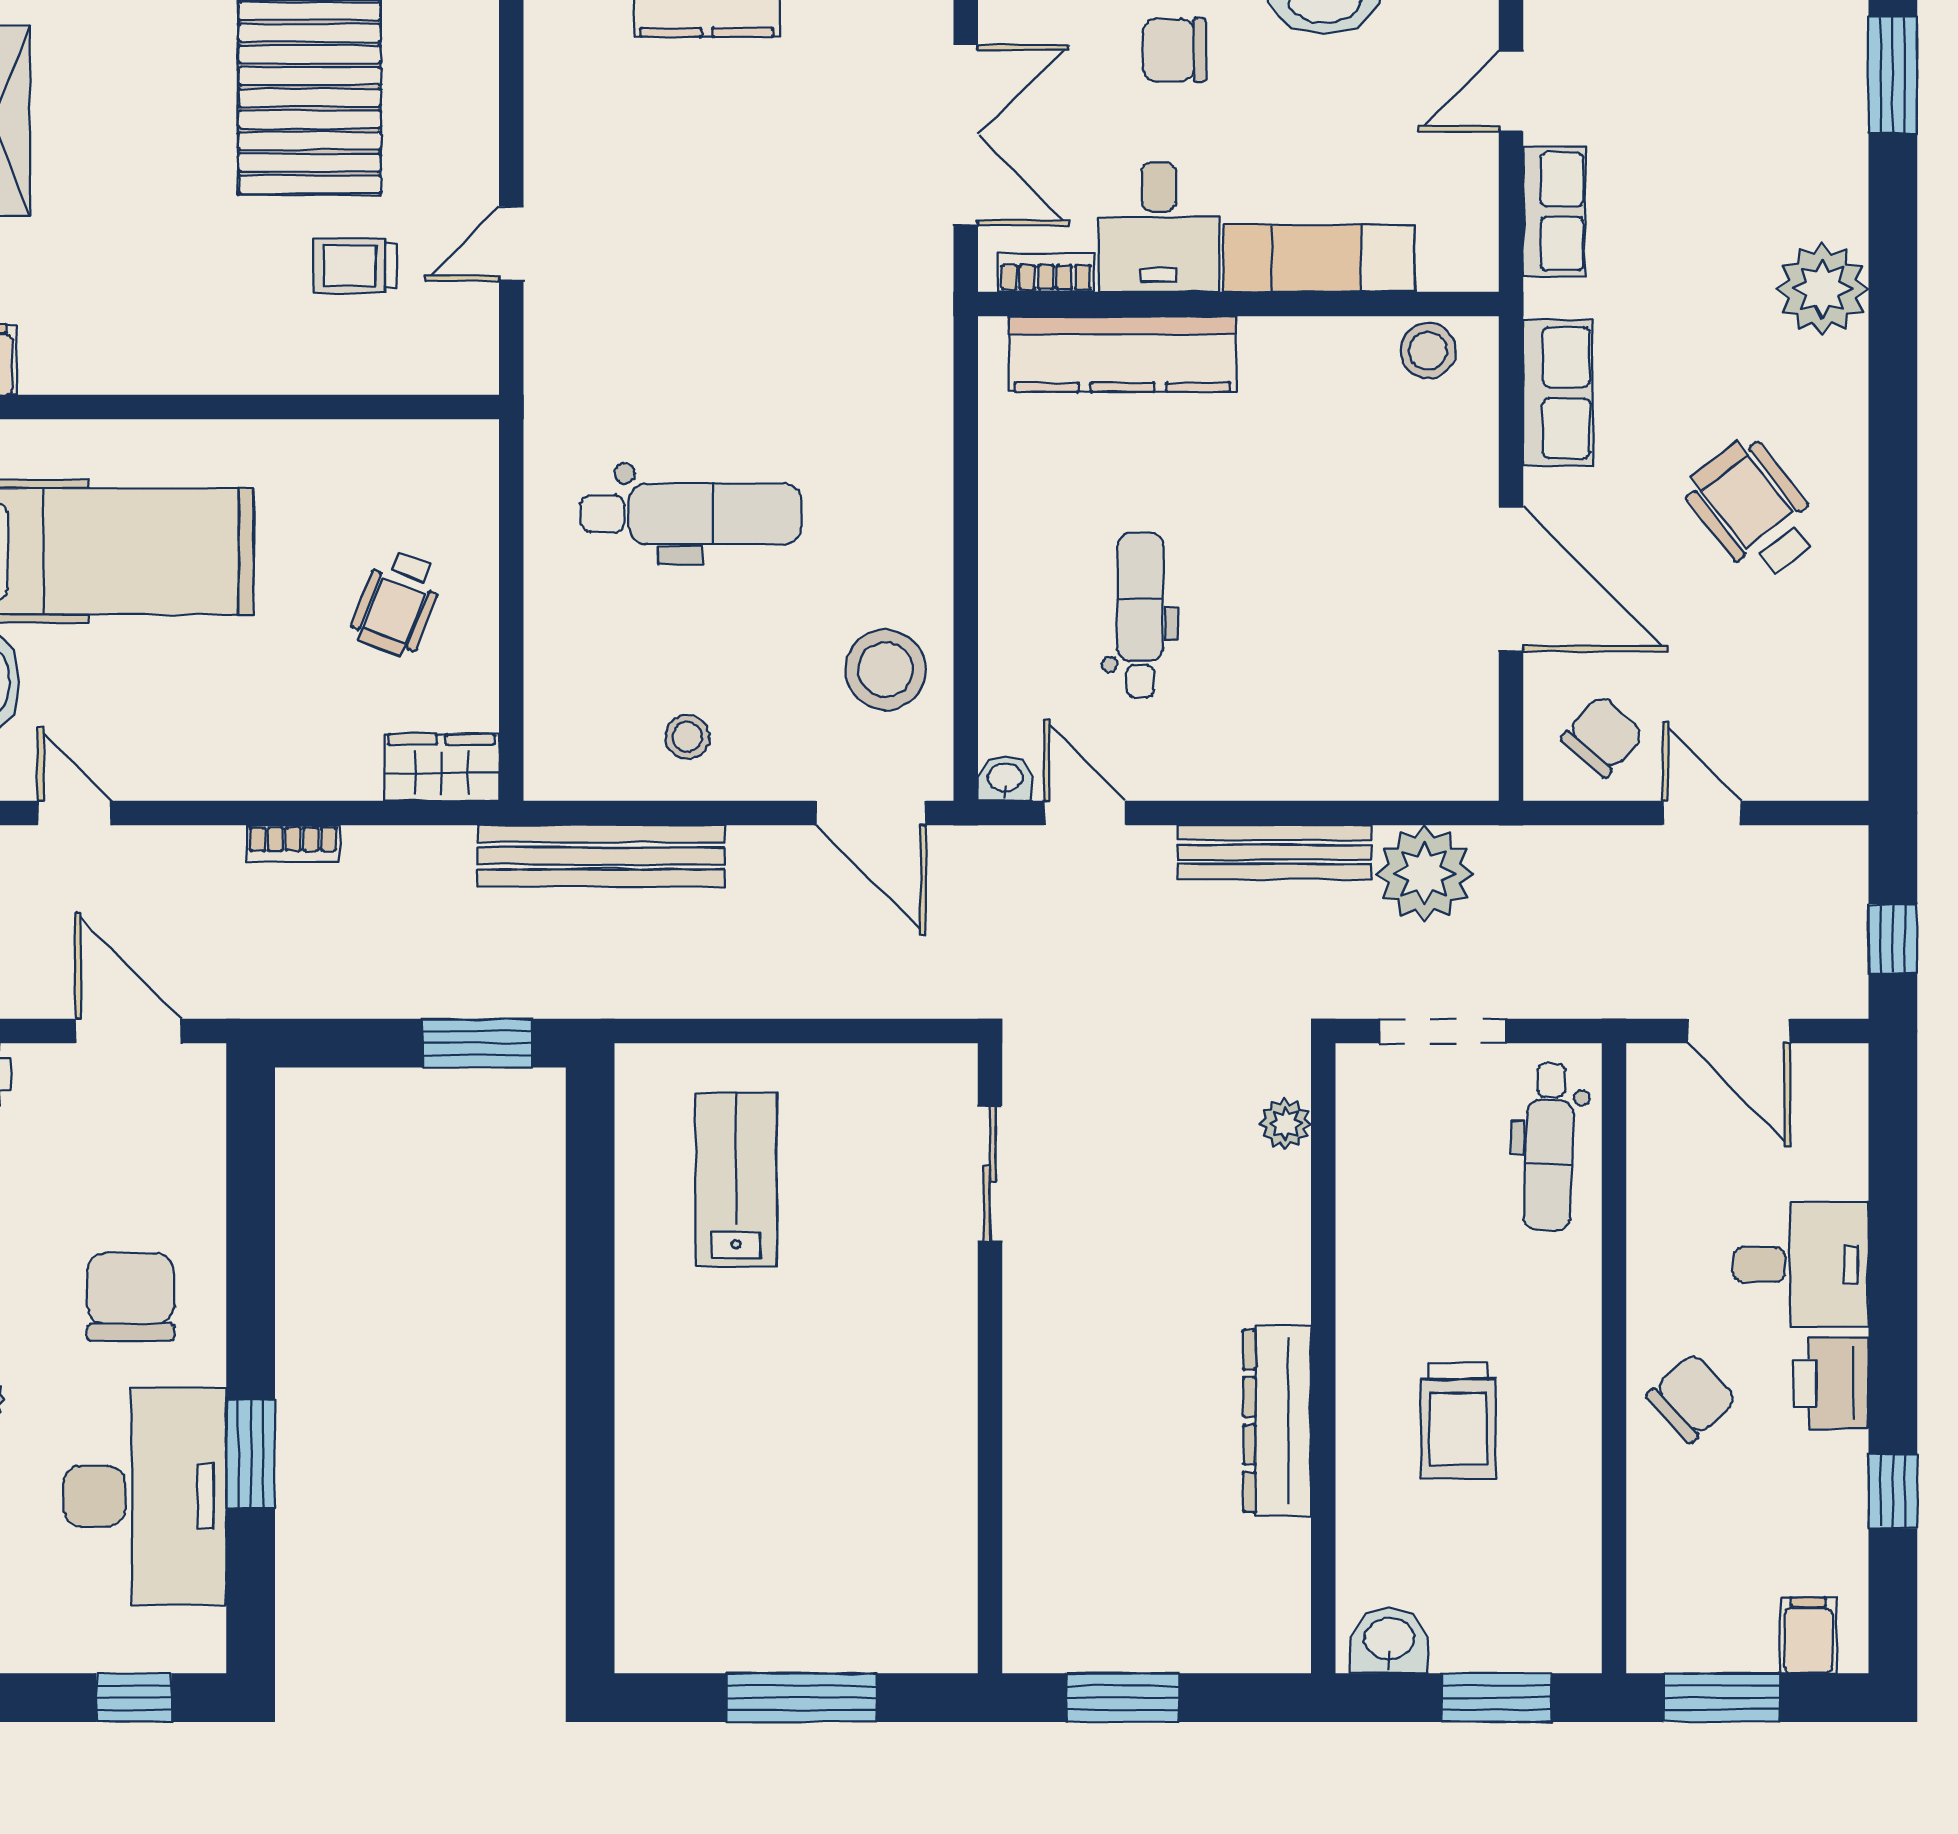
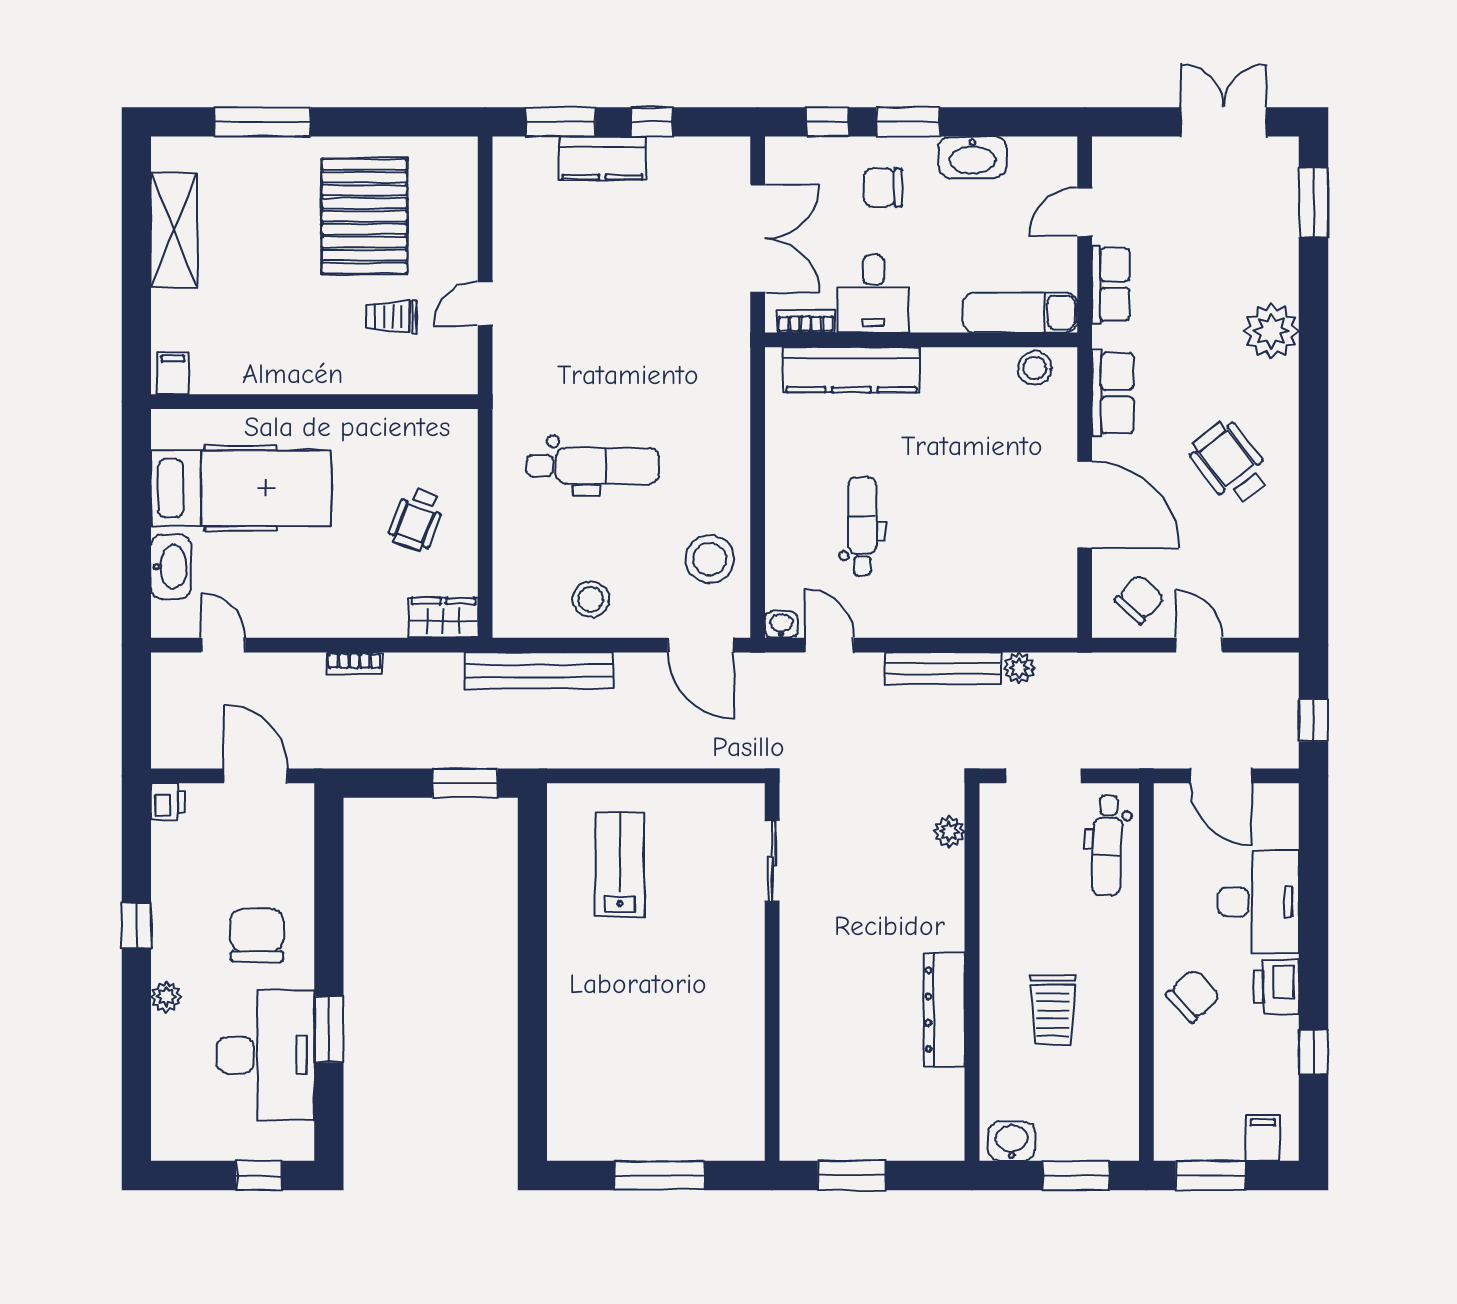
exam couch: (1319, 258) -> (1020, 313), moved
stool: (687, 737) -> (591, 599), width x1.37, depth x1.37
plant: (1425, 874) -> (1019, 668), width x0.53, depth x0.53
desk: (1801, 1265) -> (1258, 902), width x1.37

